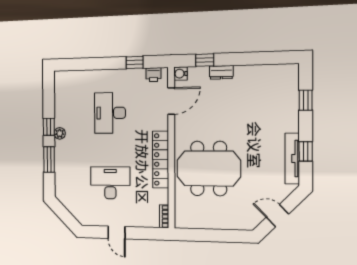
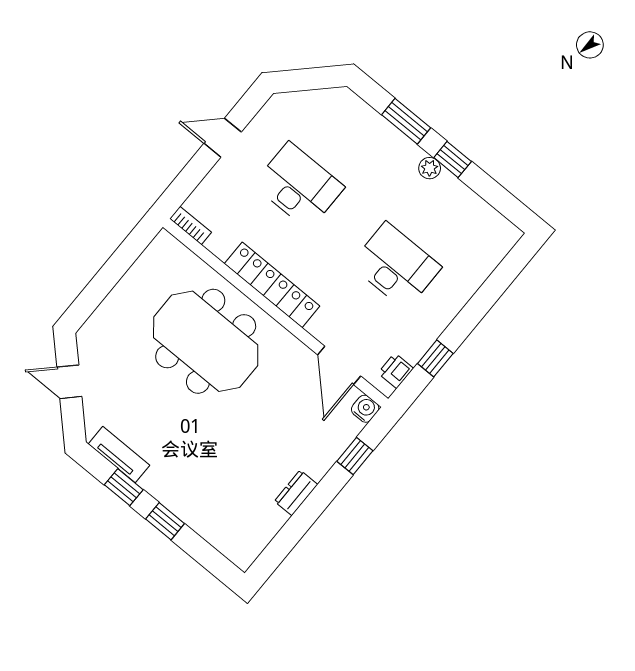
dresser: (221, 72) -> (296, 493), moved
window: (306, 100) -> (165, 521), moved
tv unit: (292, 159) -> (119, 455), width x0.71
meeting table: (209, 168) -> (206, 341), turned 90
desk: (110, 183) -> (299, 186), turned -90
door: (277, 216) -> (69, 382), swing flipped

